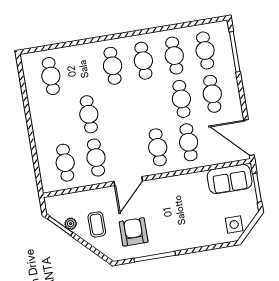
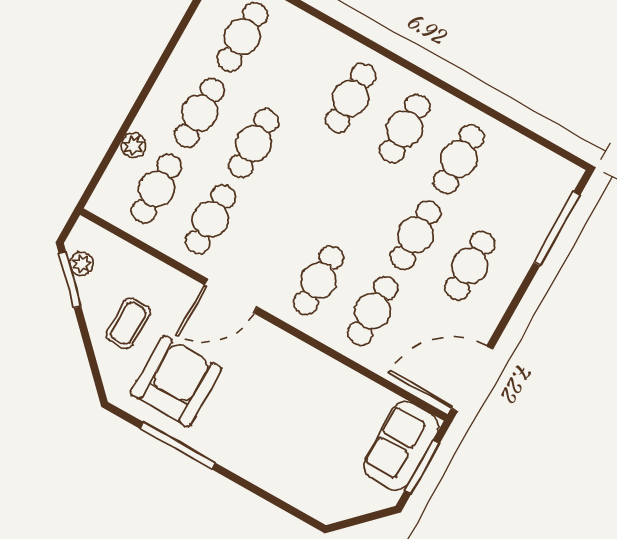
cafe table: (205, 50) -> (199, 113), moved
door: (249, 138) -> (472, 379), hinge flipped
plant: (42, 153) -> (133, 145), added
sofa: (230, 179) -> (401, 446), moved, turned 90
plant: (71, 224) -> (82, 264), moved
side table: (234, 225) -> (341, 495), removed
armchair: (134, 232) -> (176, 381), width x1.36, depth x1.36

